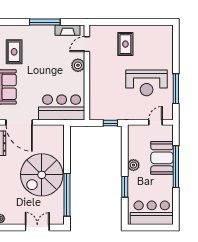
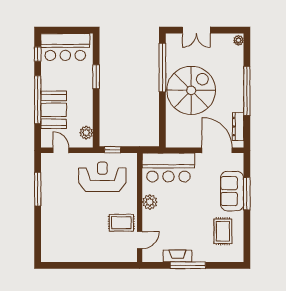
fireplace: (68, 30) -> (177, 256), moved
rug: (125, 44) -> (121, 223), moved, turned 90
plant: (78, 65) -> (150, 202), moved
reception desk: (147, 83) -> (102, 177), moved
door: (156, 122) -> (61, 150), swing flipped
plant: (133, 165) -> (86, 133), moved
window: (176, 207) -> (38, 54), added

